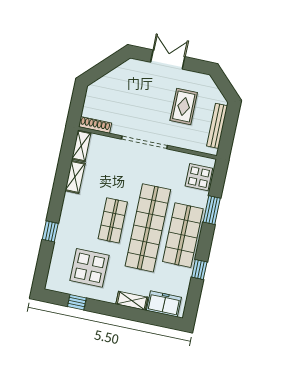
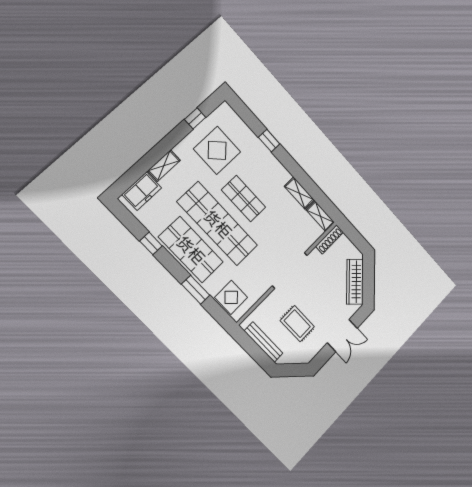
wardrobe: (115, 78) -> (355, 282), added

